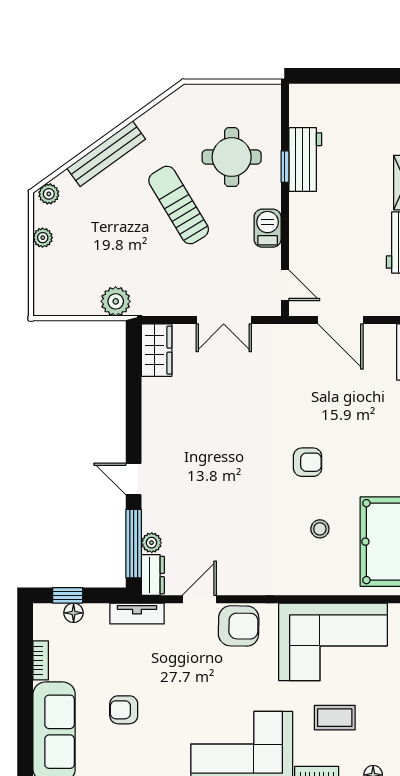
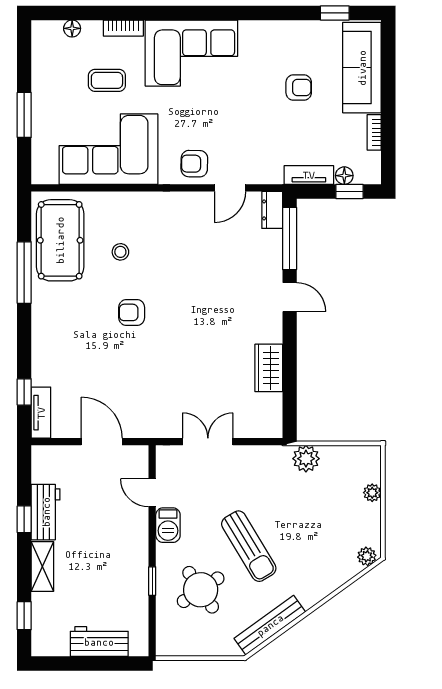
bench: (106, 154) -> (270, 625), moved
round table: (232, 157) -> (201, 590), turned -34
workbench: (305, 160) -> (99, 642), moved, turned 90
plant: (43, 238) -> (372, 493), moved
door: (285, 285) -> (152, 493), moved
wardrobe: (157, 350) -> (269, 368), moved
plant: (152, 543) -> (273, 239), removed
tv unit: (137, 614) -> (309, 175), moved
armchair: (239, 626) -> (194, 164), width x0.72, depth x0.72

